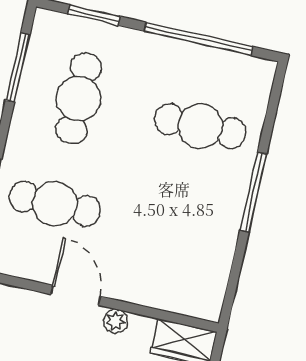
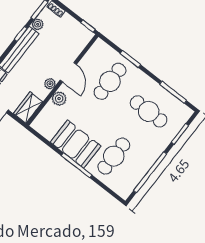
booth: (212, 214) -> (76, 144), added
plant: (137, 289) -> (59, 99), added
door: (76, 295) -> (68, 72), hinge flipped

